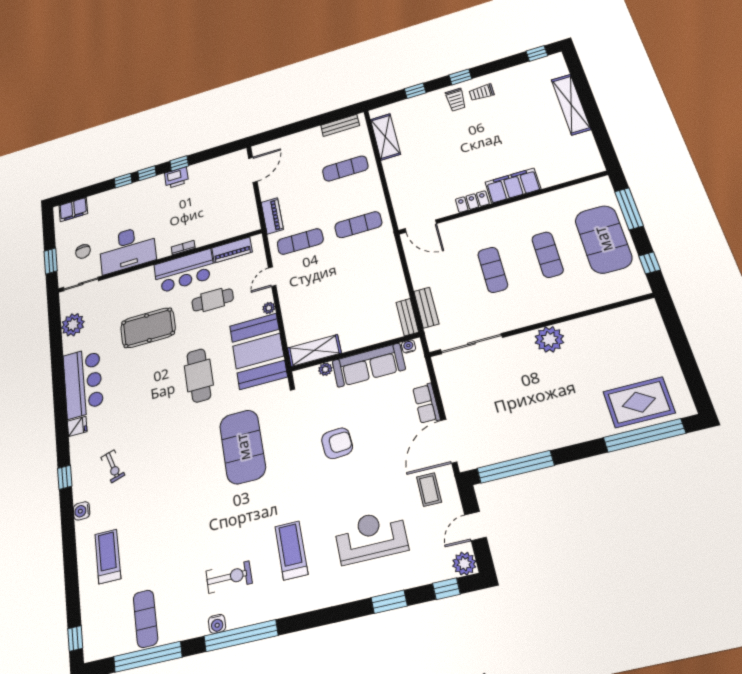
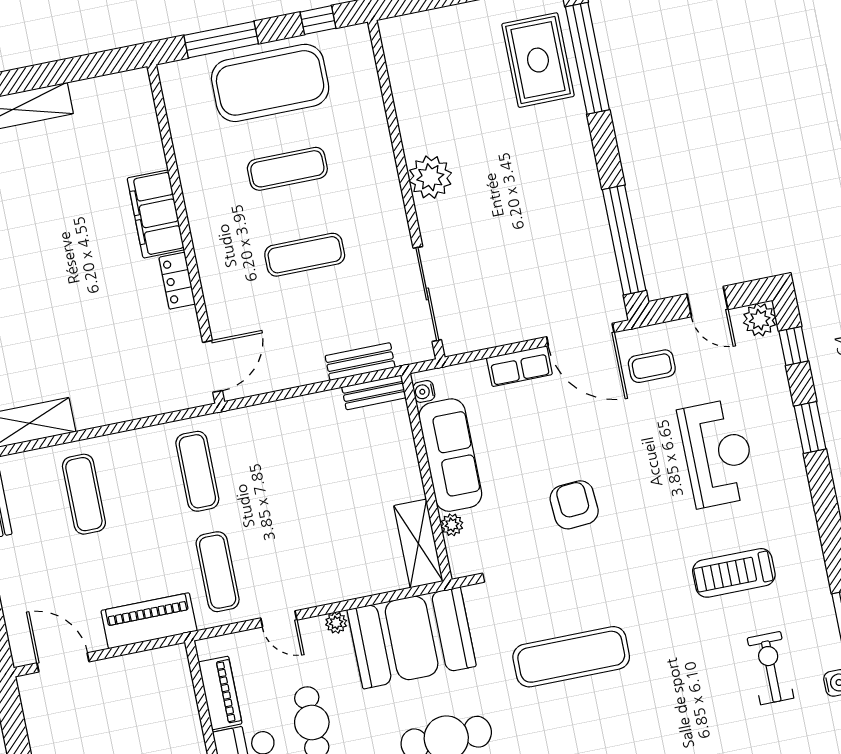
piano: (272, 216) -> (149, 621), width x1.37, depth x1.33
exercise mat: (243, 447) -> (571, 657), width x0.68
reception desk: (371, 537) -> (718, 453), turned 180

